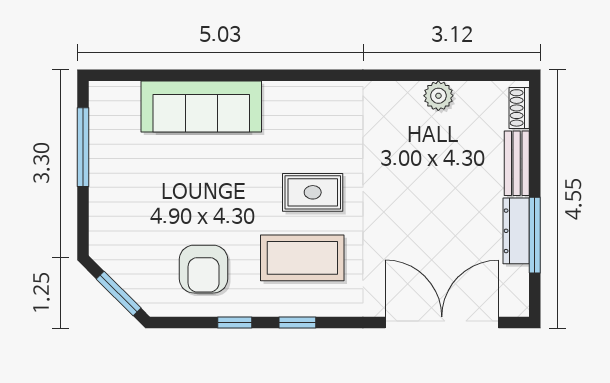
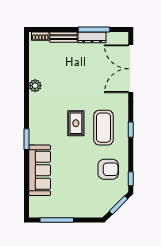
window: (275, 75) -> (26, 139), added
plant: (438, 96) -> (35, 86), moved
window: (235, 322) -> (131, 179), moved

